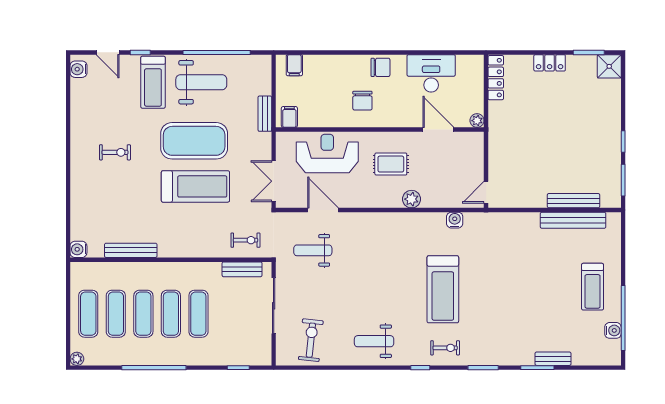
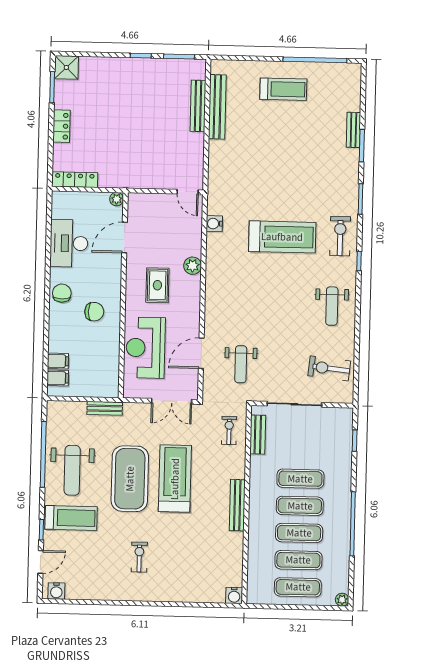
weight bench: (201, 82) -> (72, 470), turned 180
filing cabinet: (289, 117) -> (58, 361), moved, turned 180
bench: (131, 250) -> (237, 505), moved
water cooler: (613, 330) -> (327, 70), removed
exercise bike: (445, 348) -> (340, 236), width x1.38, depth x1.39

